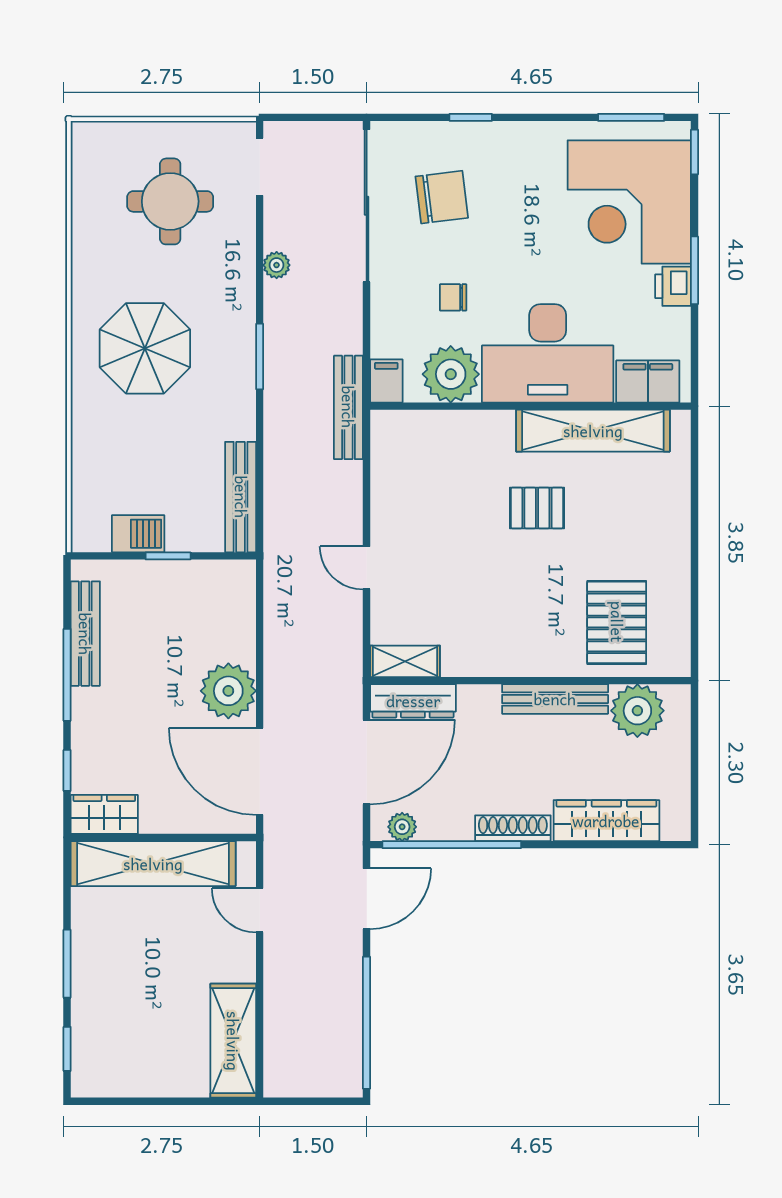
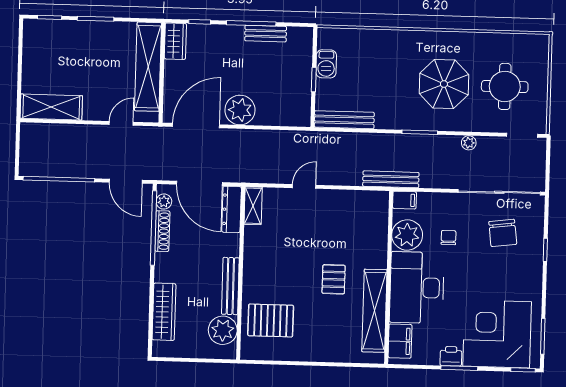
parasol: (145, 348) -> (444, 84), moved
bench: (85, 634) -> (266, 34), width x0.73
shoe rack: (513, 828) -> (162, 231), moved

